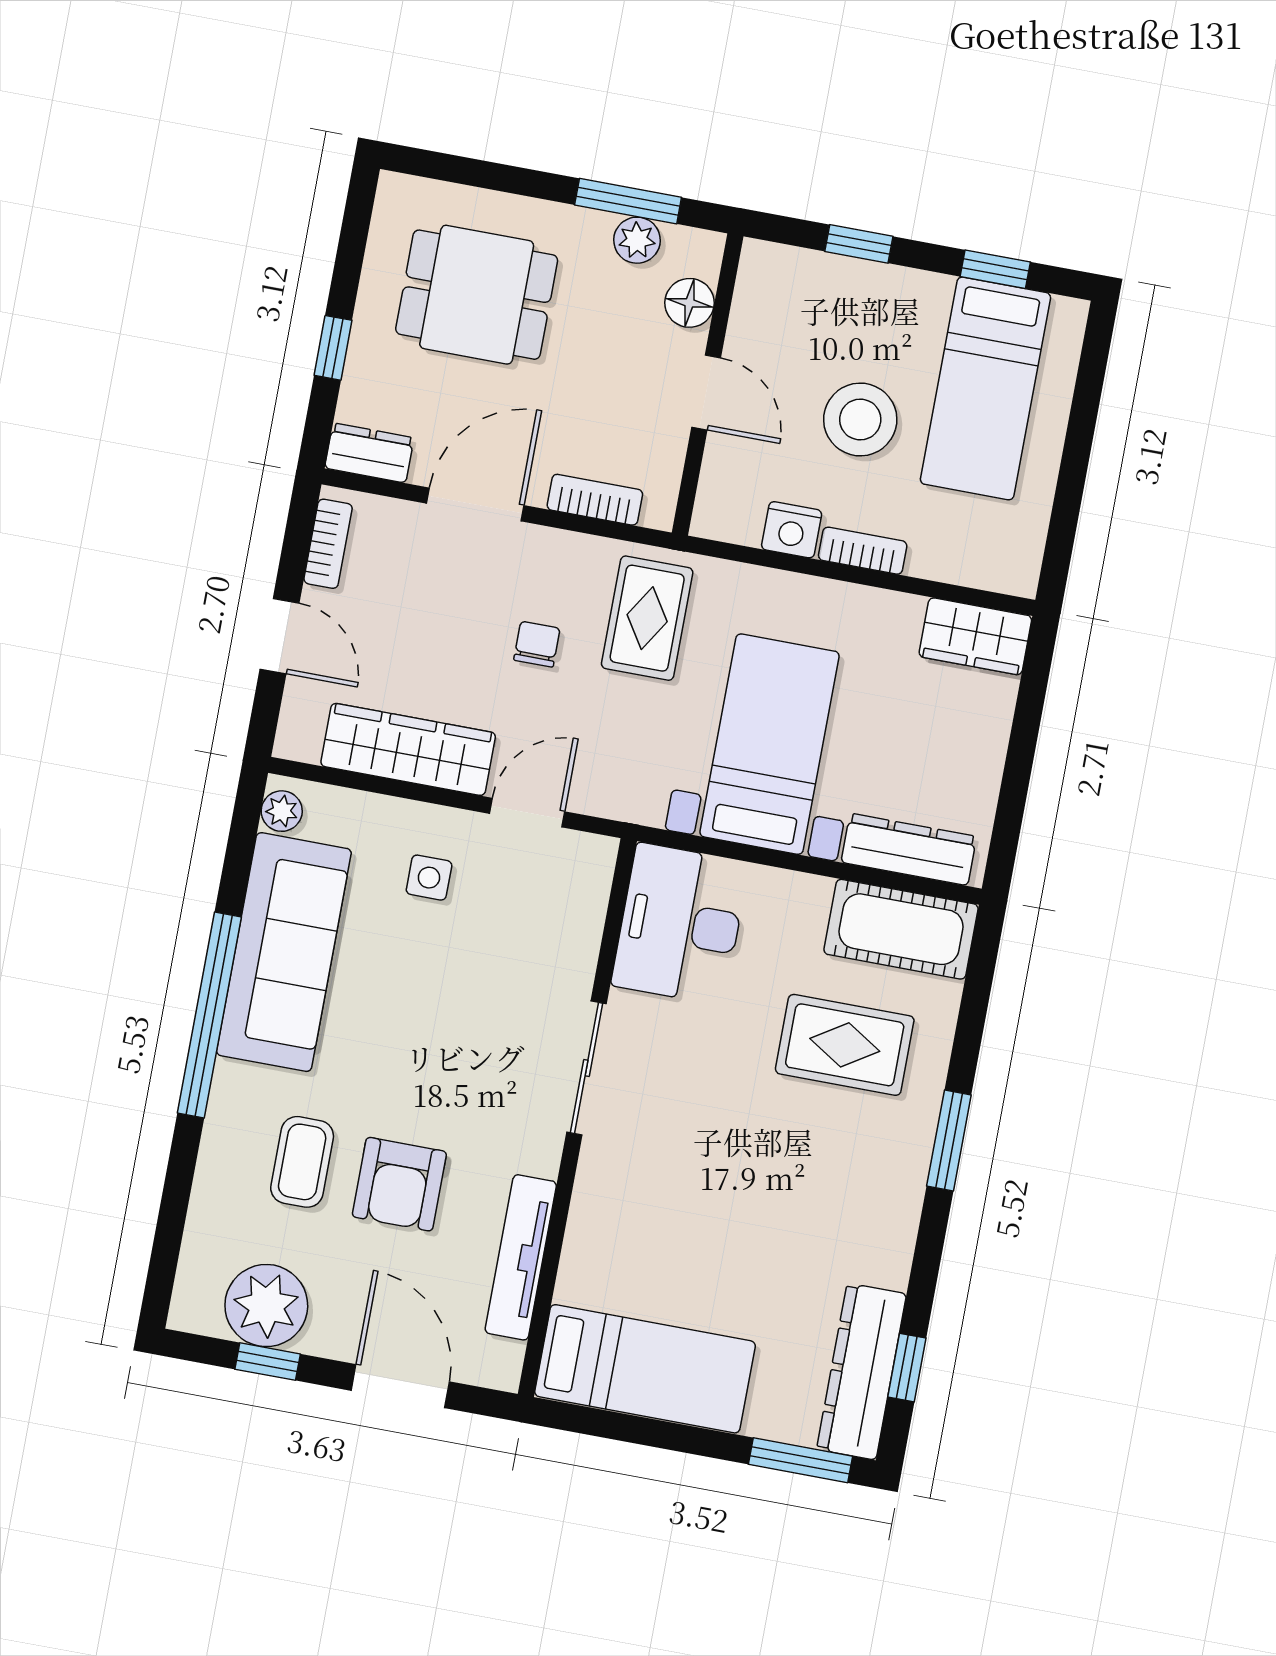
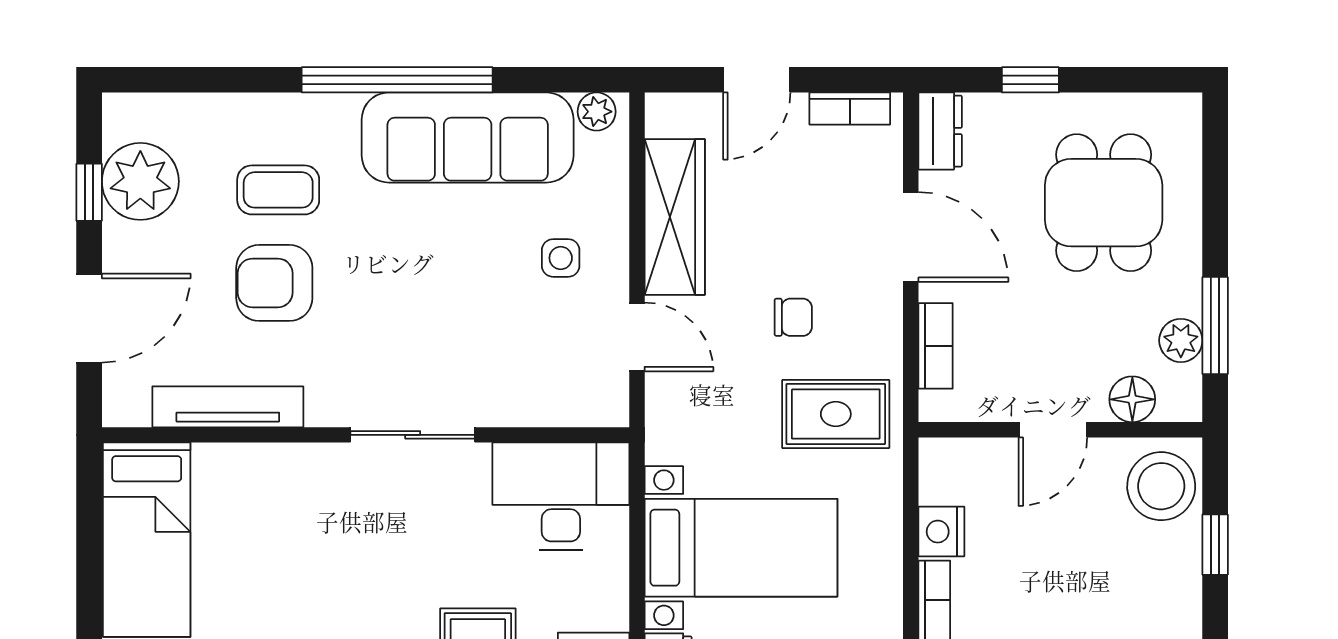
stool: (860, 419) -> (1161, 486), moved

